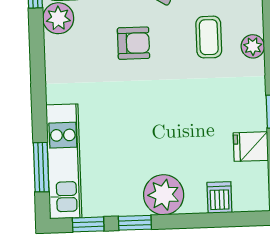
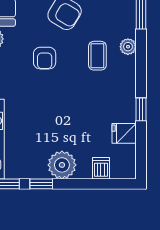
armchair: (133, 43) -> (45, 58), turned 90
plant: (253, 46) -> (128, 47), moved

